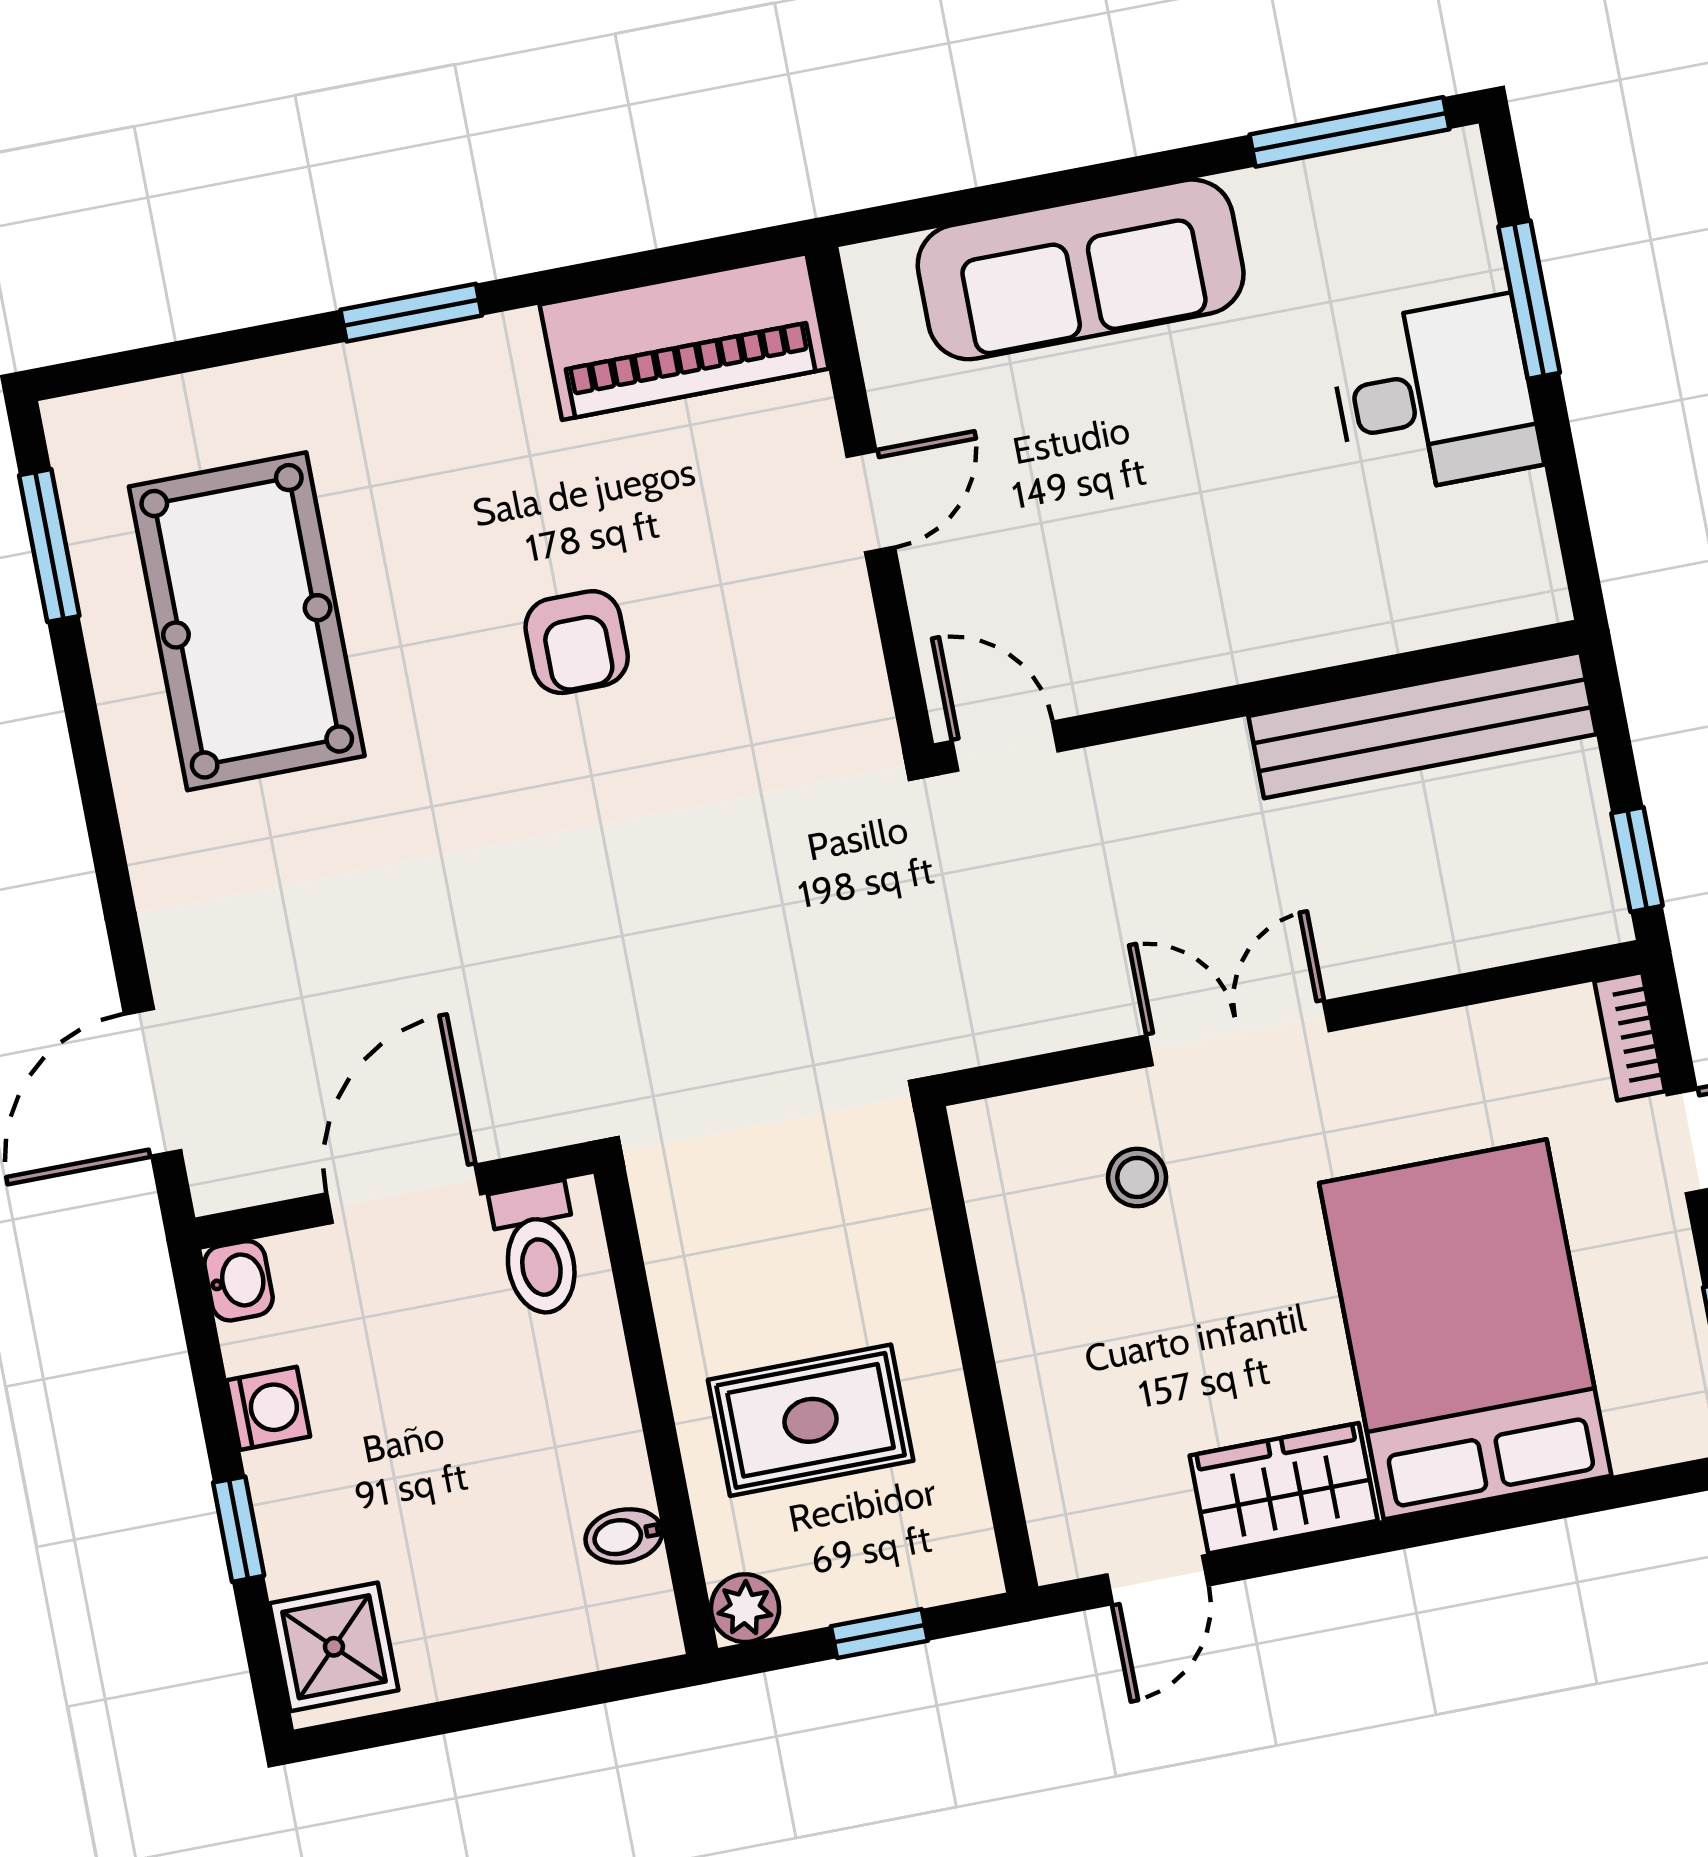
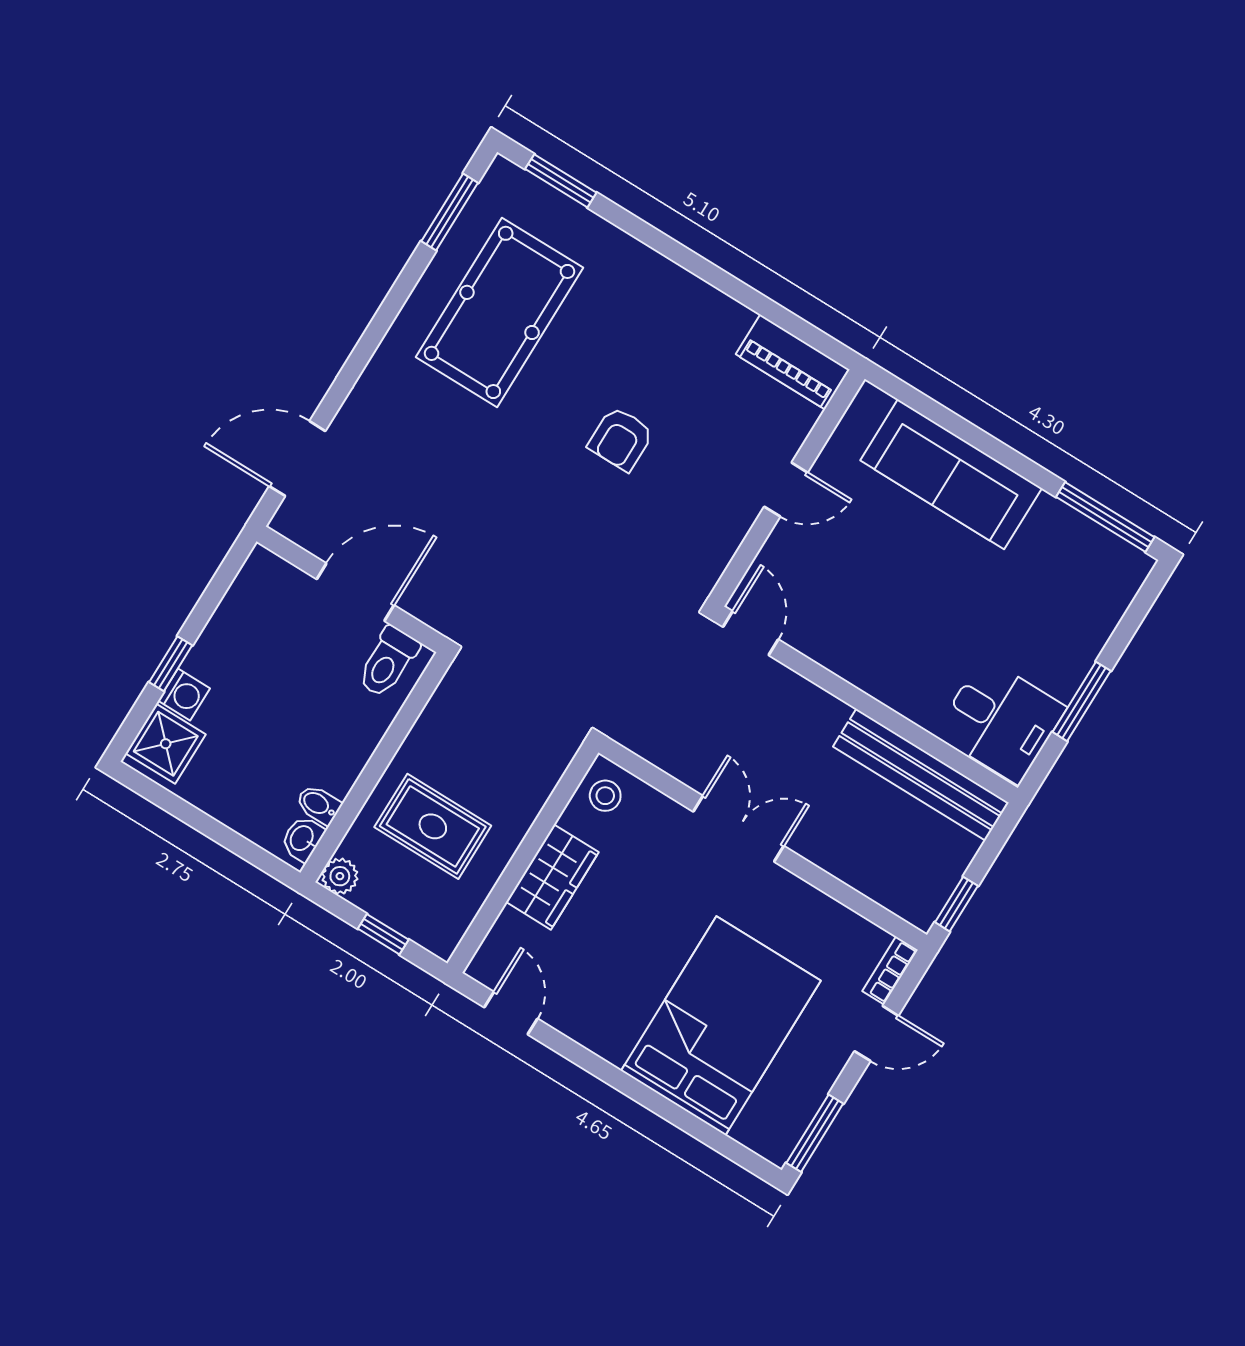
window: (1529, 300) -> (1082, 701), moved
window: (411, 313) -> (561, 181), moved
piano: (684, 337) -> (793, 362), width x0.73, depth x0.75
desk: (1435, 396) -> (1001, 720), moved
stool: (1137, 1177) -> (605, 796), moved
washbasin: (239, 1281) -> (302, 839), moved, turned 180
washing machine: (268, 1408) -> (184, 694), moved
wardrobe: (1284, 1488) -> (552, 877), moved, turned 90
door: (1157, 1580) -> (511, 1013), swing flipped

